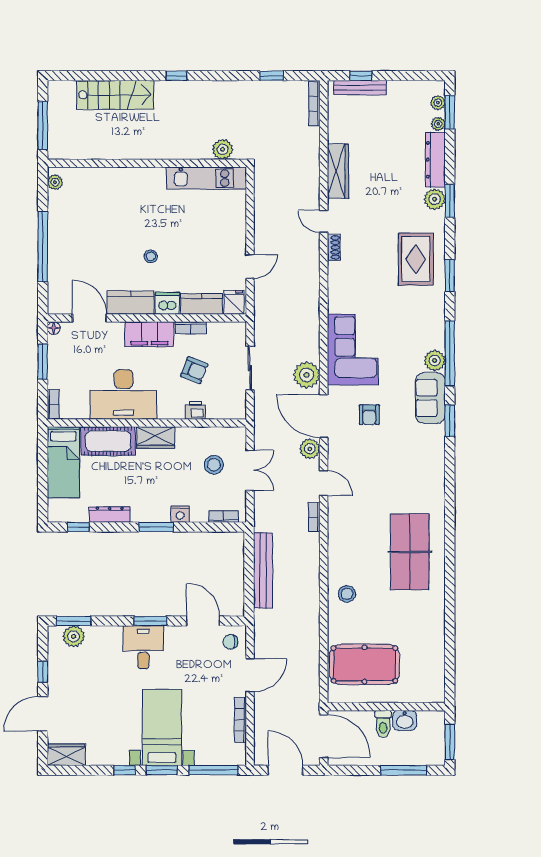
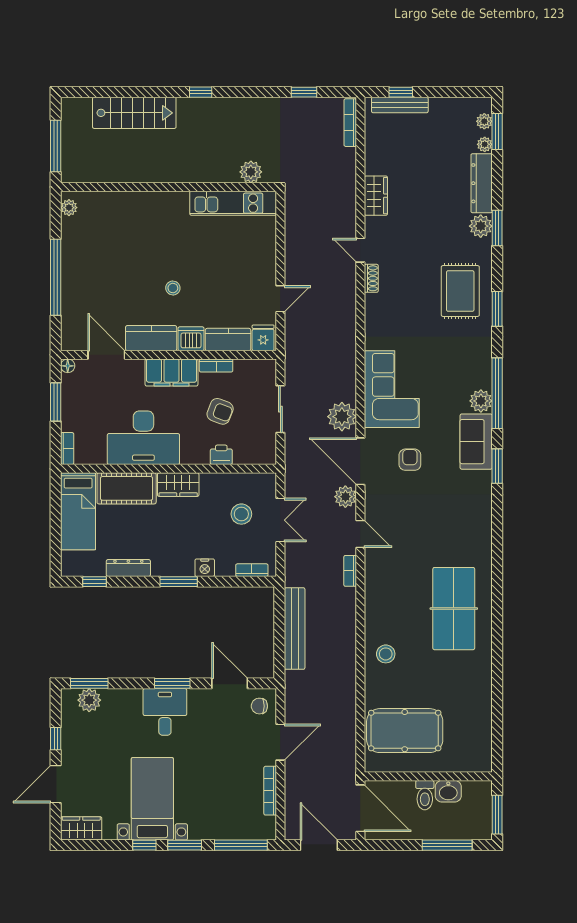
wardrobe: (338, 171) -> (376, 196), width x0.67
armchair: (369, 415) -> (410, 460), turned 180
bed with nightstands: (162, 727) -> (152, 799), moved

